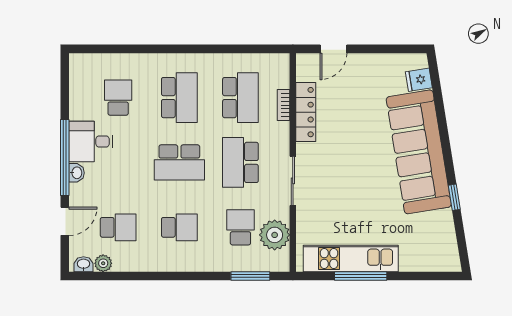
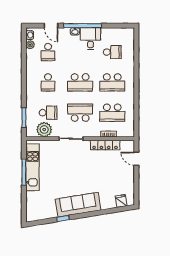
sofa: (419, 152) -> (78, 205), width x0.74, depth x0.79
school desk: (179, 162) -> (80, 82), turned -90

